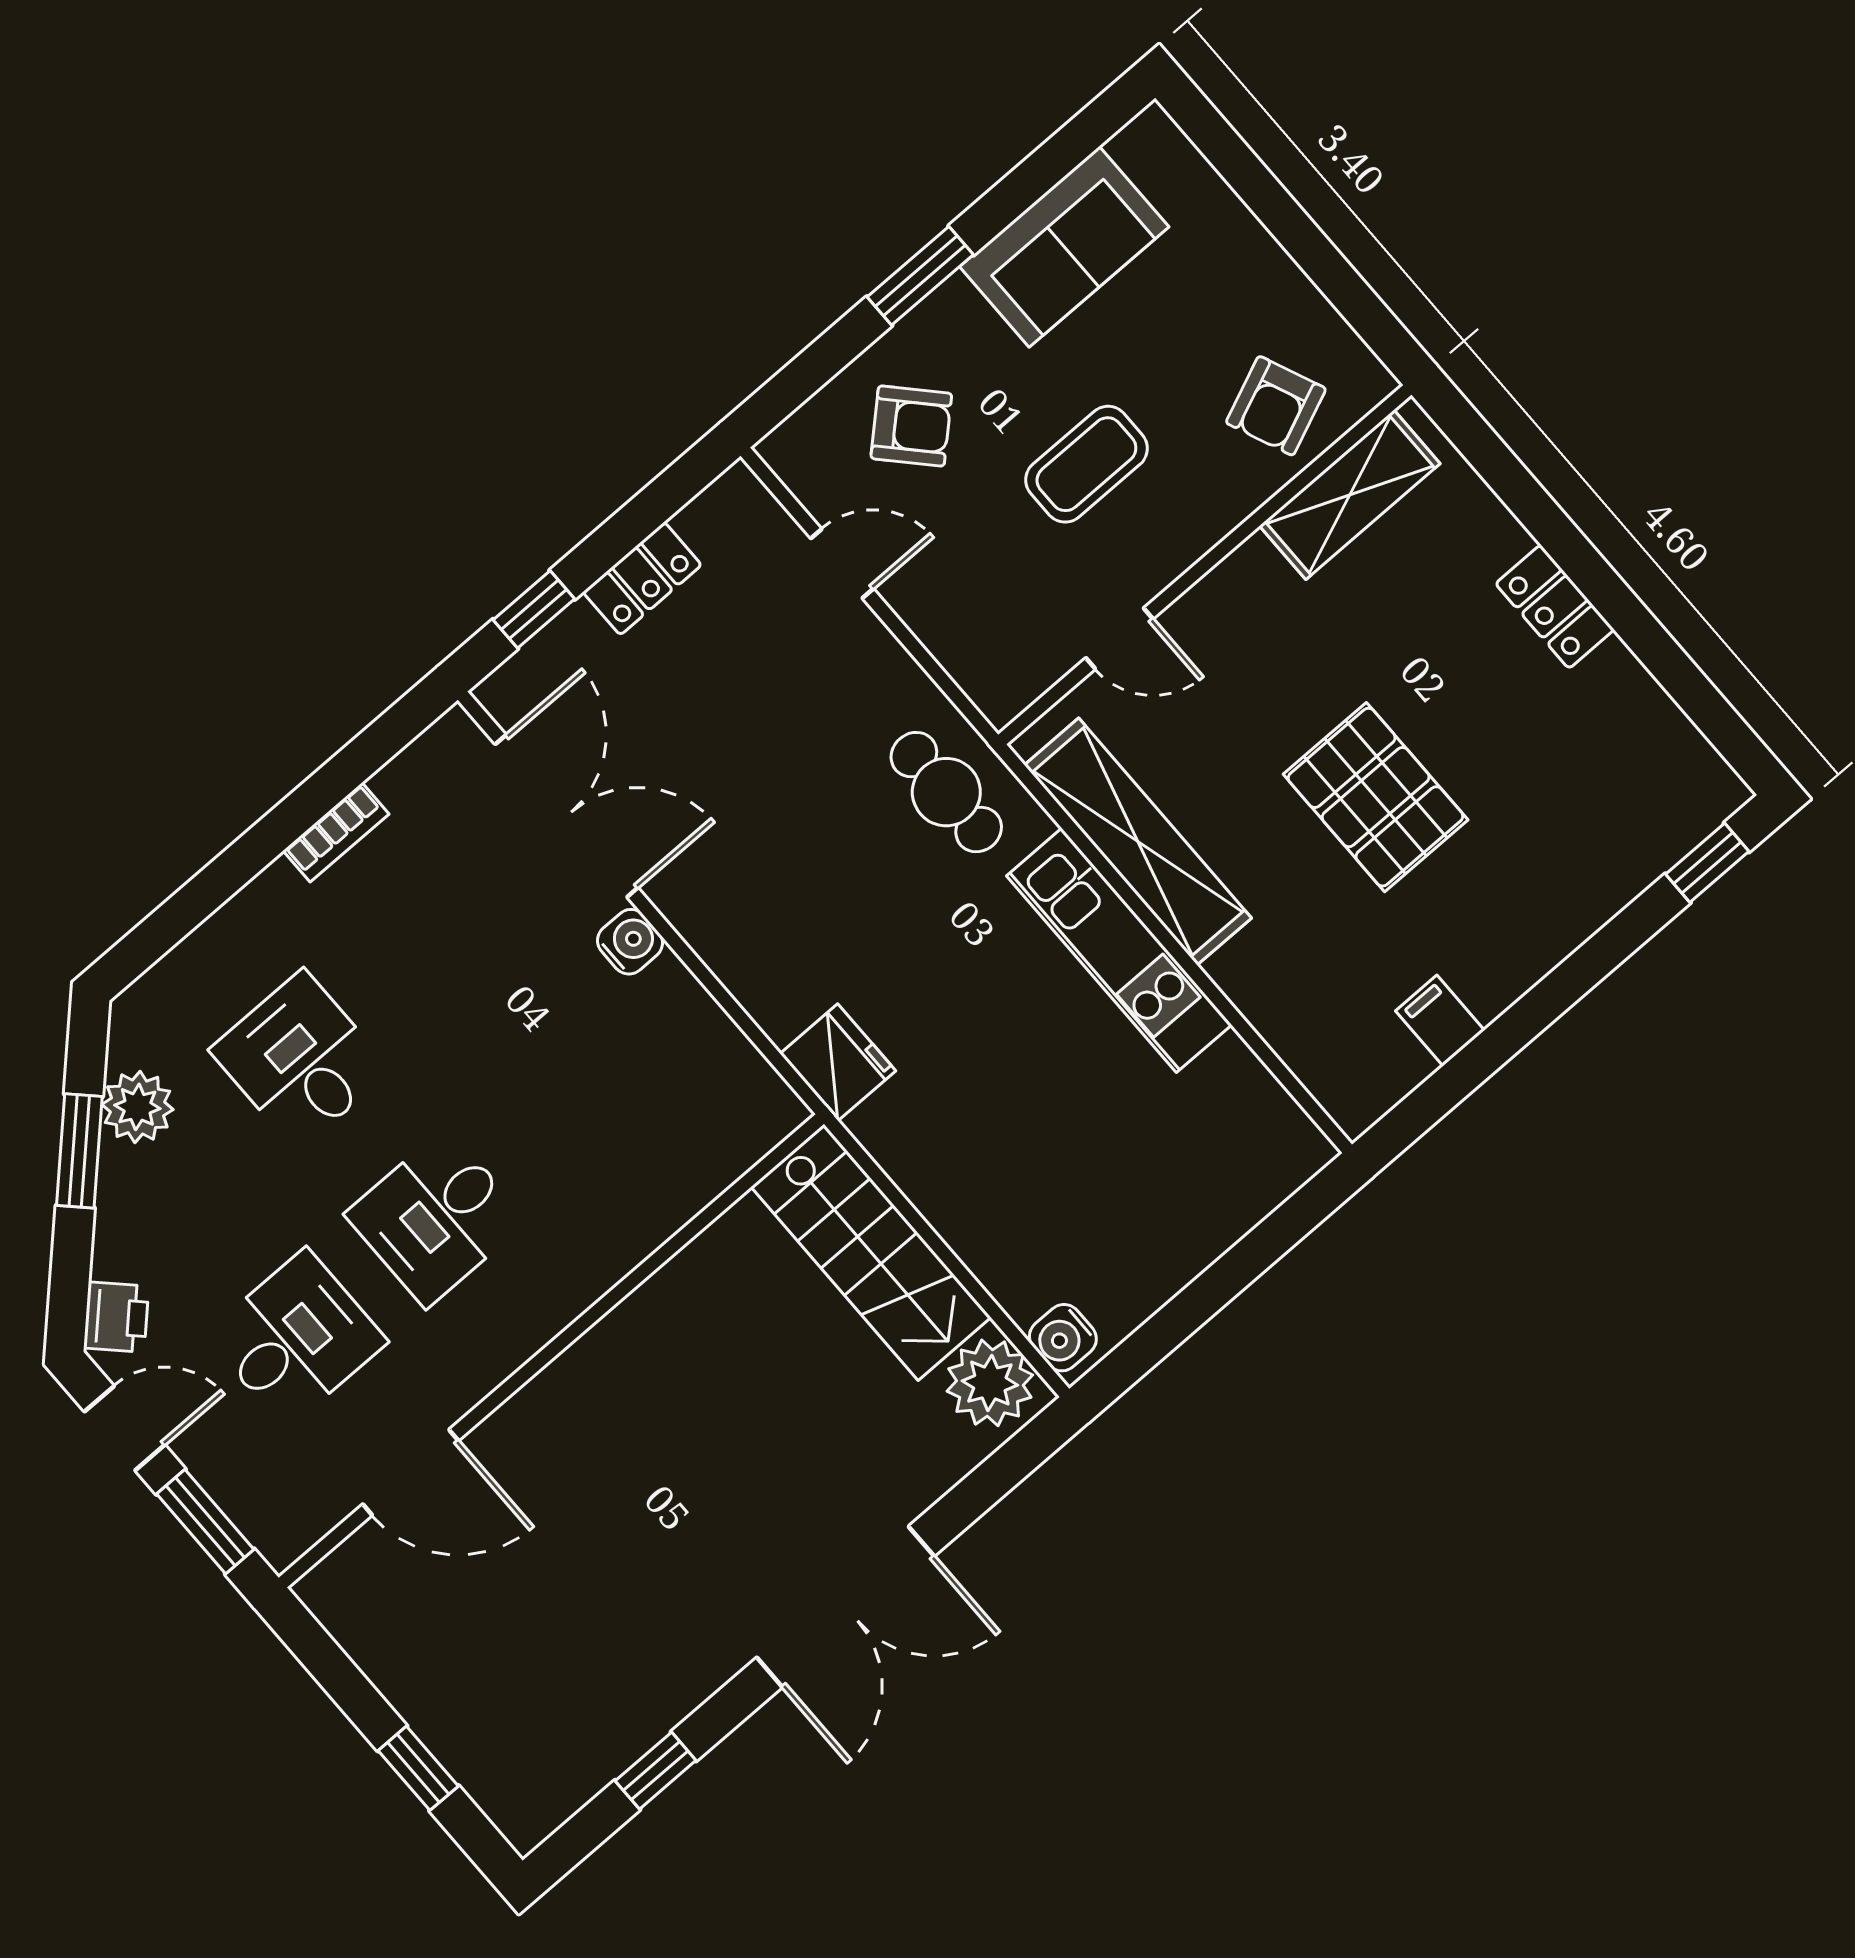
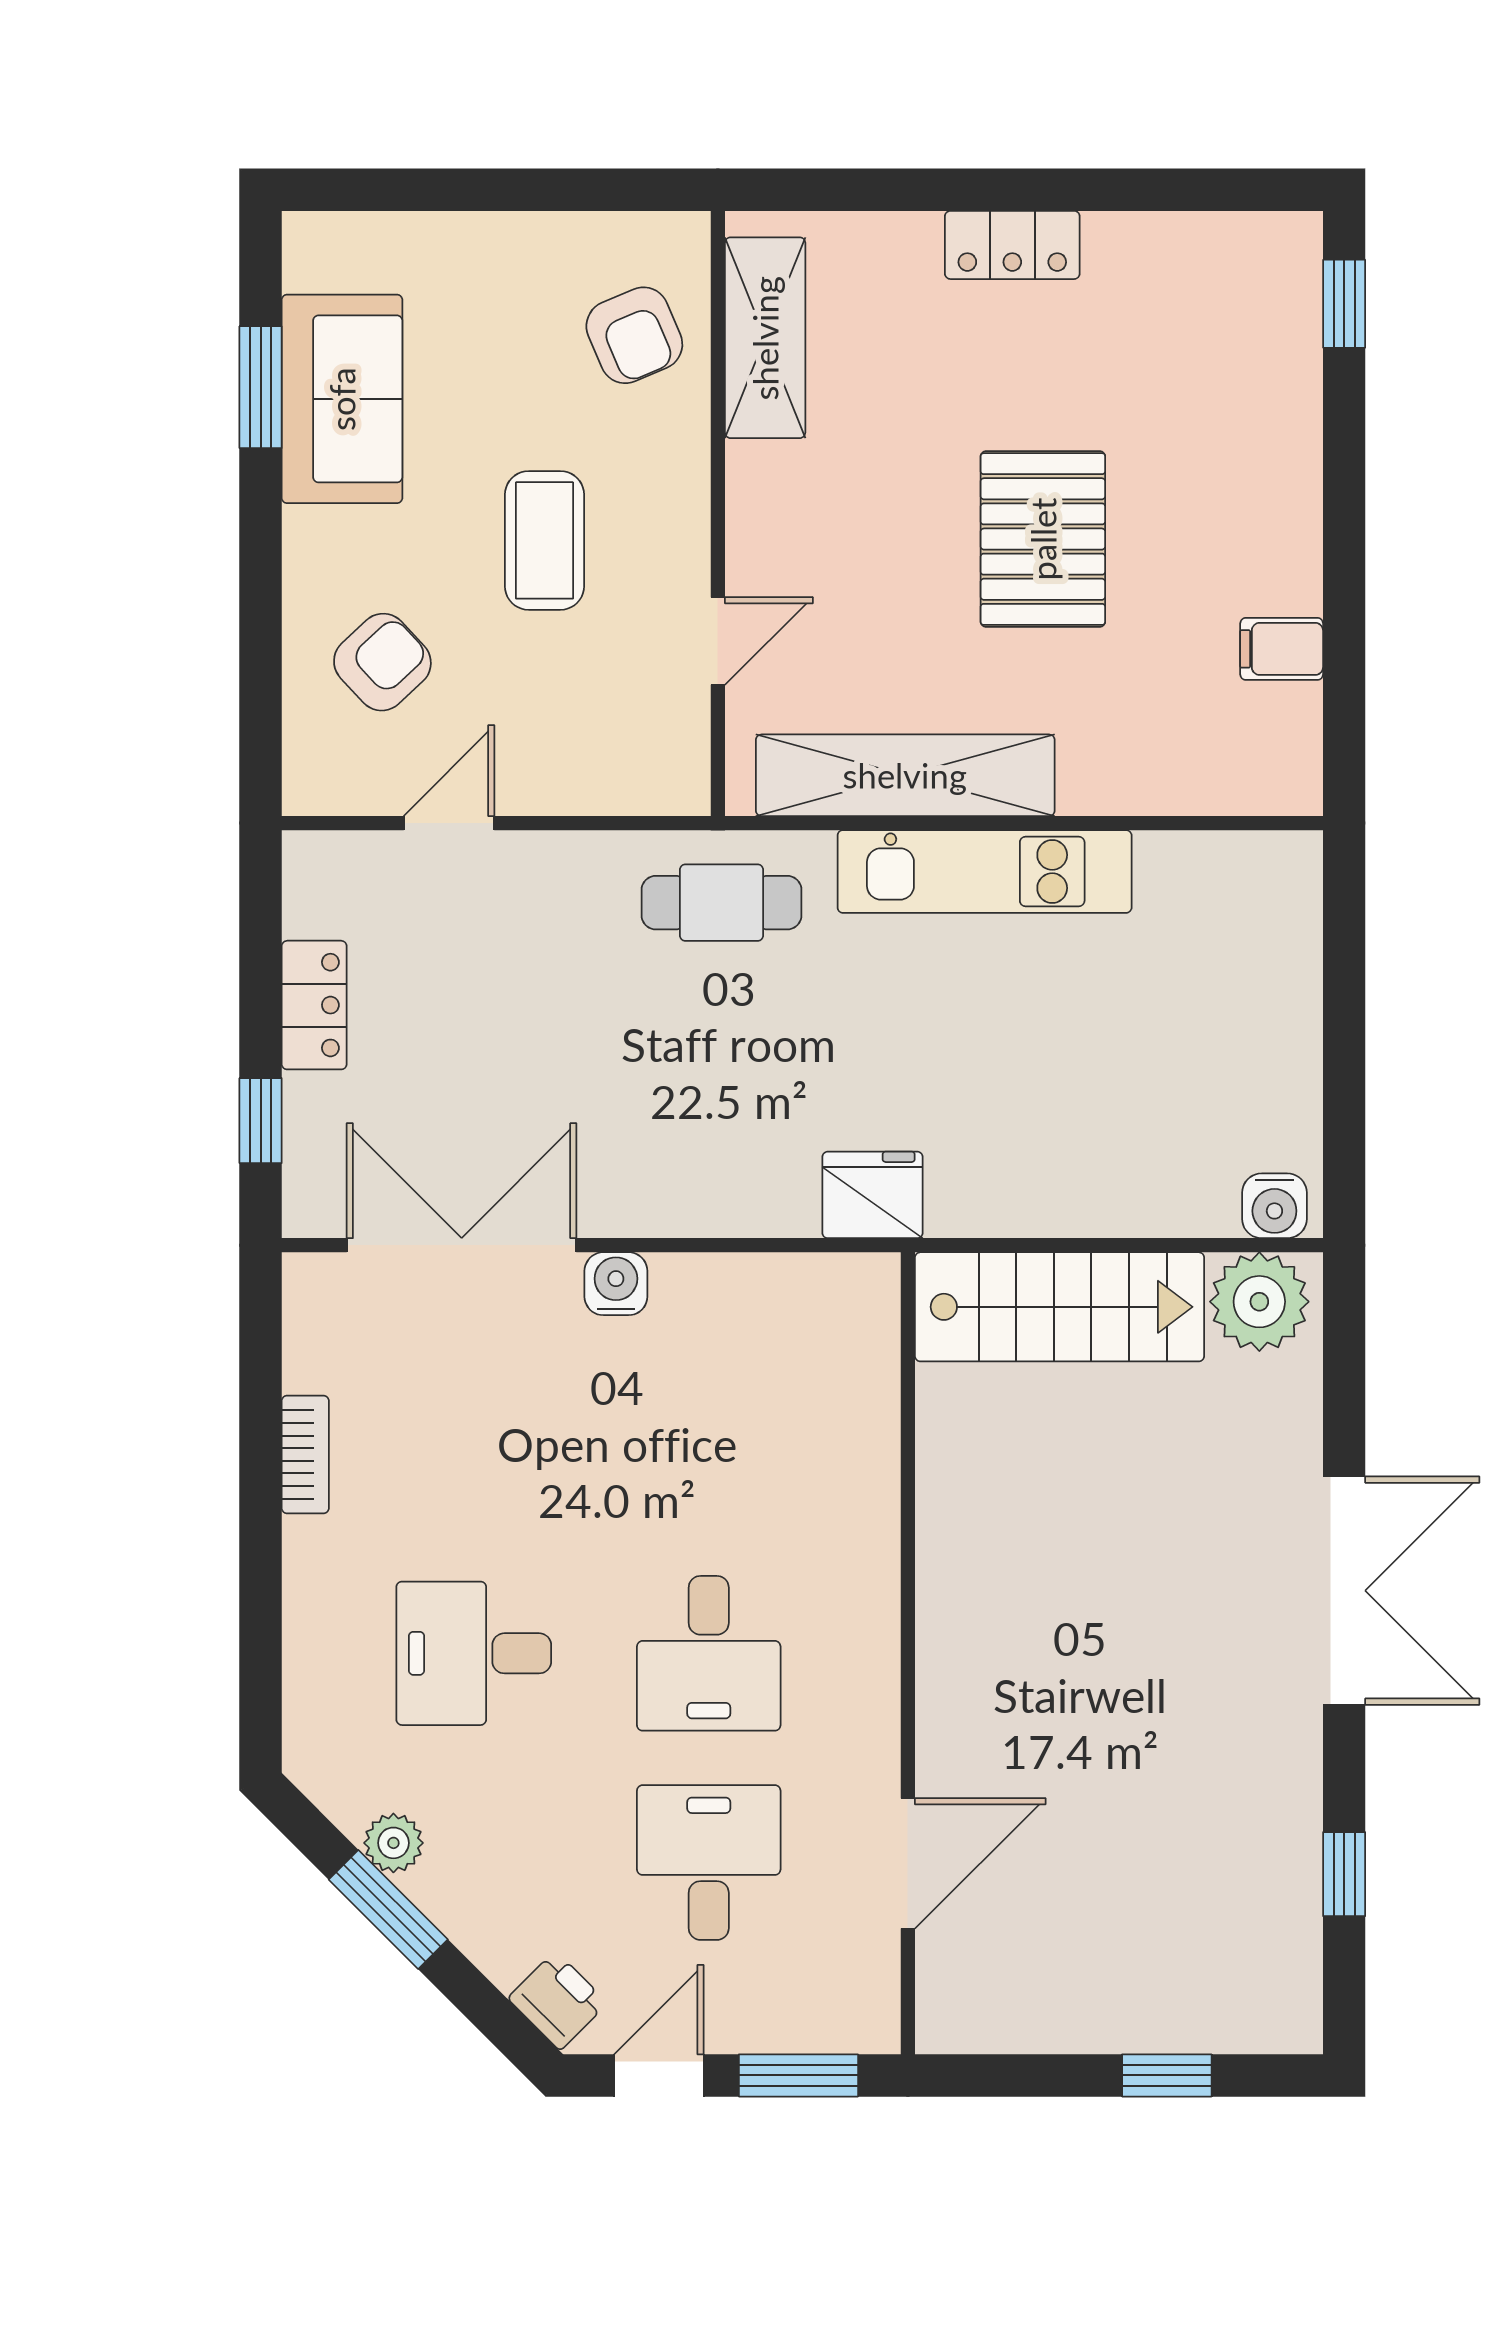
window: (920, 276) -> (261, 387), moved
pallet: (1376, 797) -> (1043, 539), turned 90
plant: (137, 1107) -> (393, 1843), width x0.73, depth x0.73

